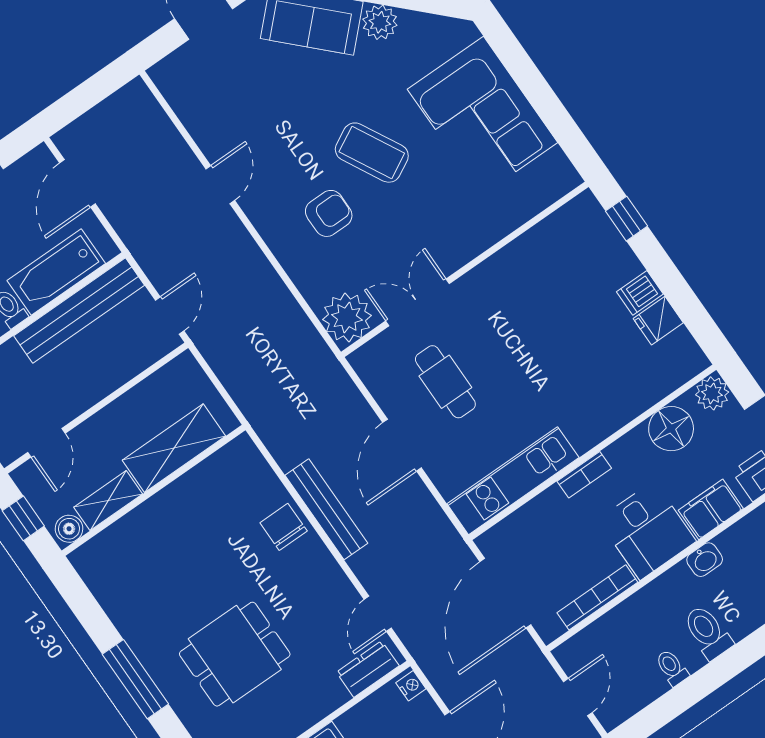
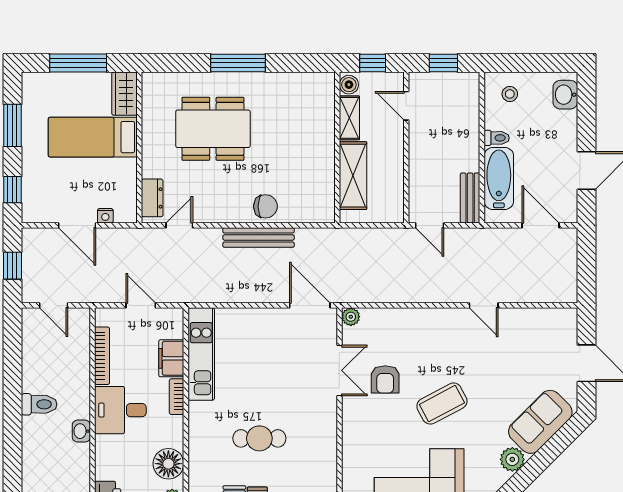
armchair: (329, 213) -> (385, 379), moved
bench: (79, 311) -> (470, 198), width x0.54, depth x0.82
plant: (347, 317) -> (351, 317), width x0.53, depth x0.53
cafe table: (445, 382) -> (259, 438), moved
door: (402, 445) -> (310, 305), moved
filing cabinet: (711, 509) -> (171, 358), moved, turned 180
door: (505, 593) -> (141, 305), width x0.53
door: (378, 614) -> (179, 225), hinge flipped
dining table: (235, 654) -> (213, 129), width x1.38
toilet: (672, 668) -> (33, 370), removed
nightstand: (411, 686) -> (105, 216), moved

